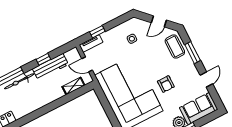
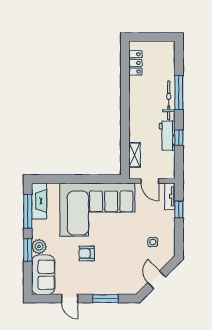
coffee table: (175, 47) -> (121, 283), removed
door: (87, 64) -> (150, 181), swing flipped
workbench: (50, 67) -> (167, 136), width x0.73

